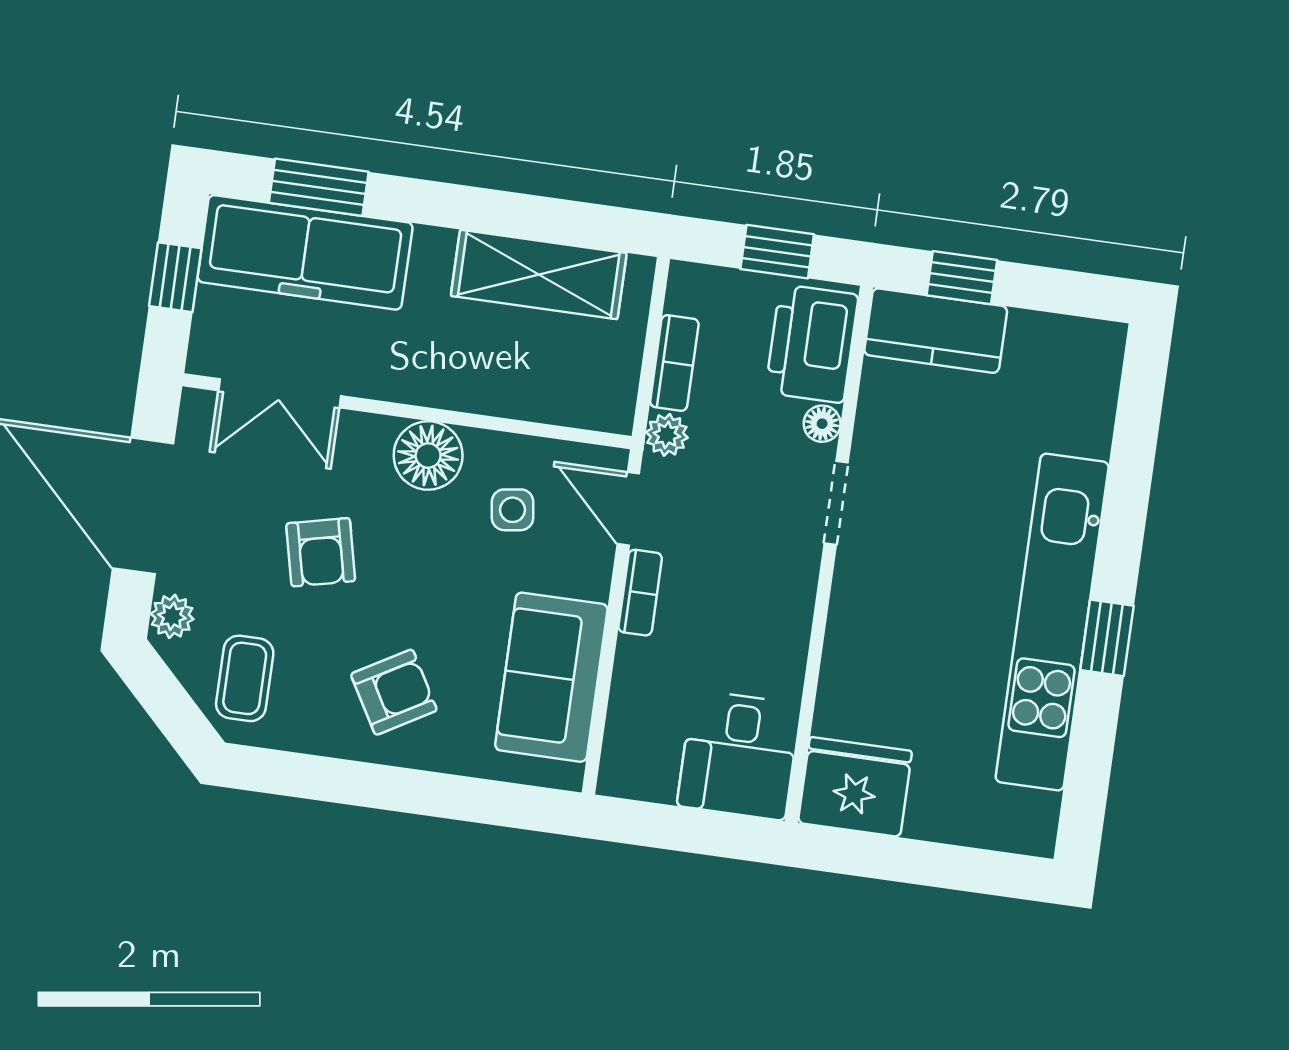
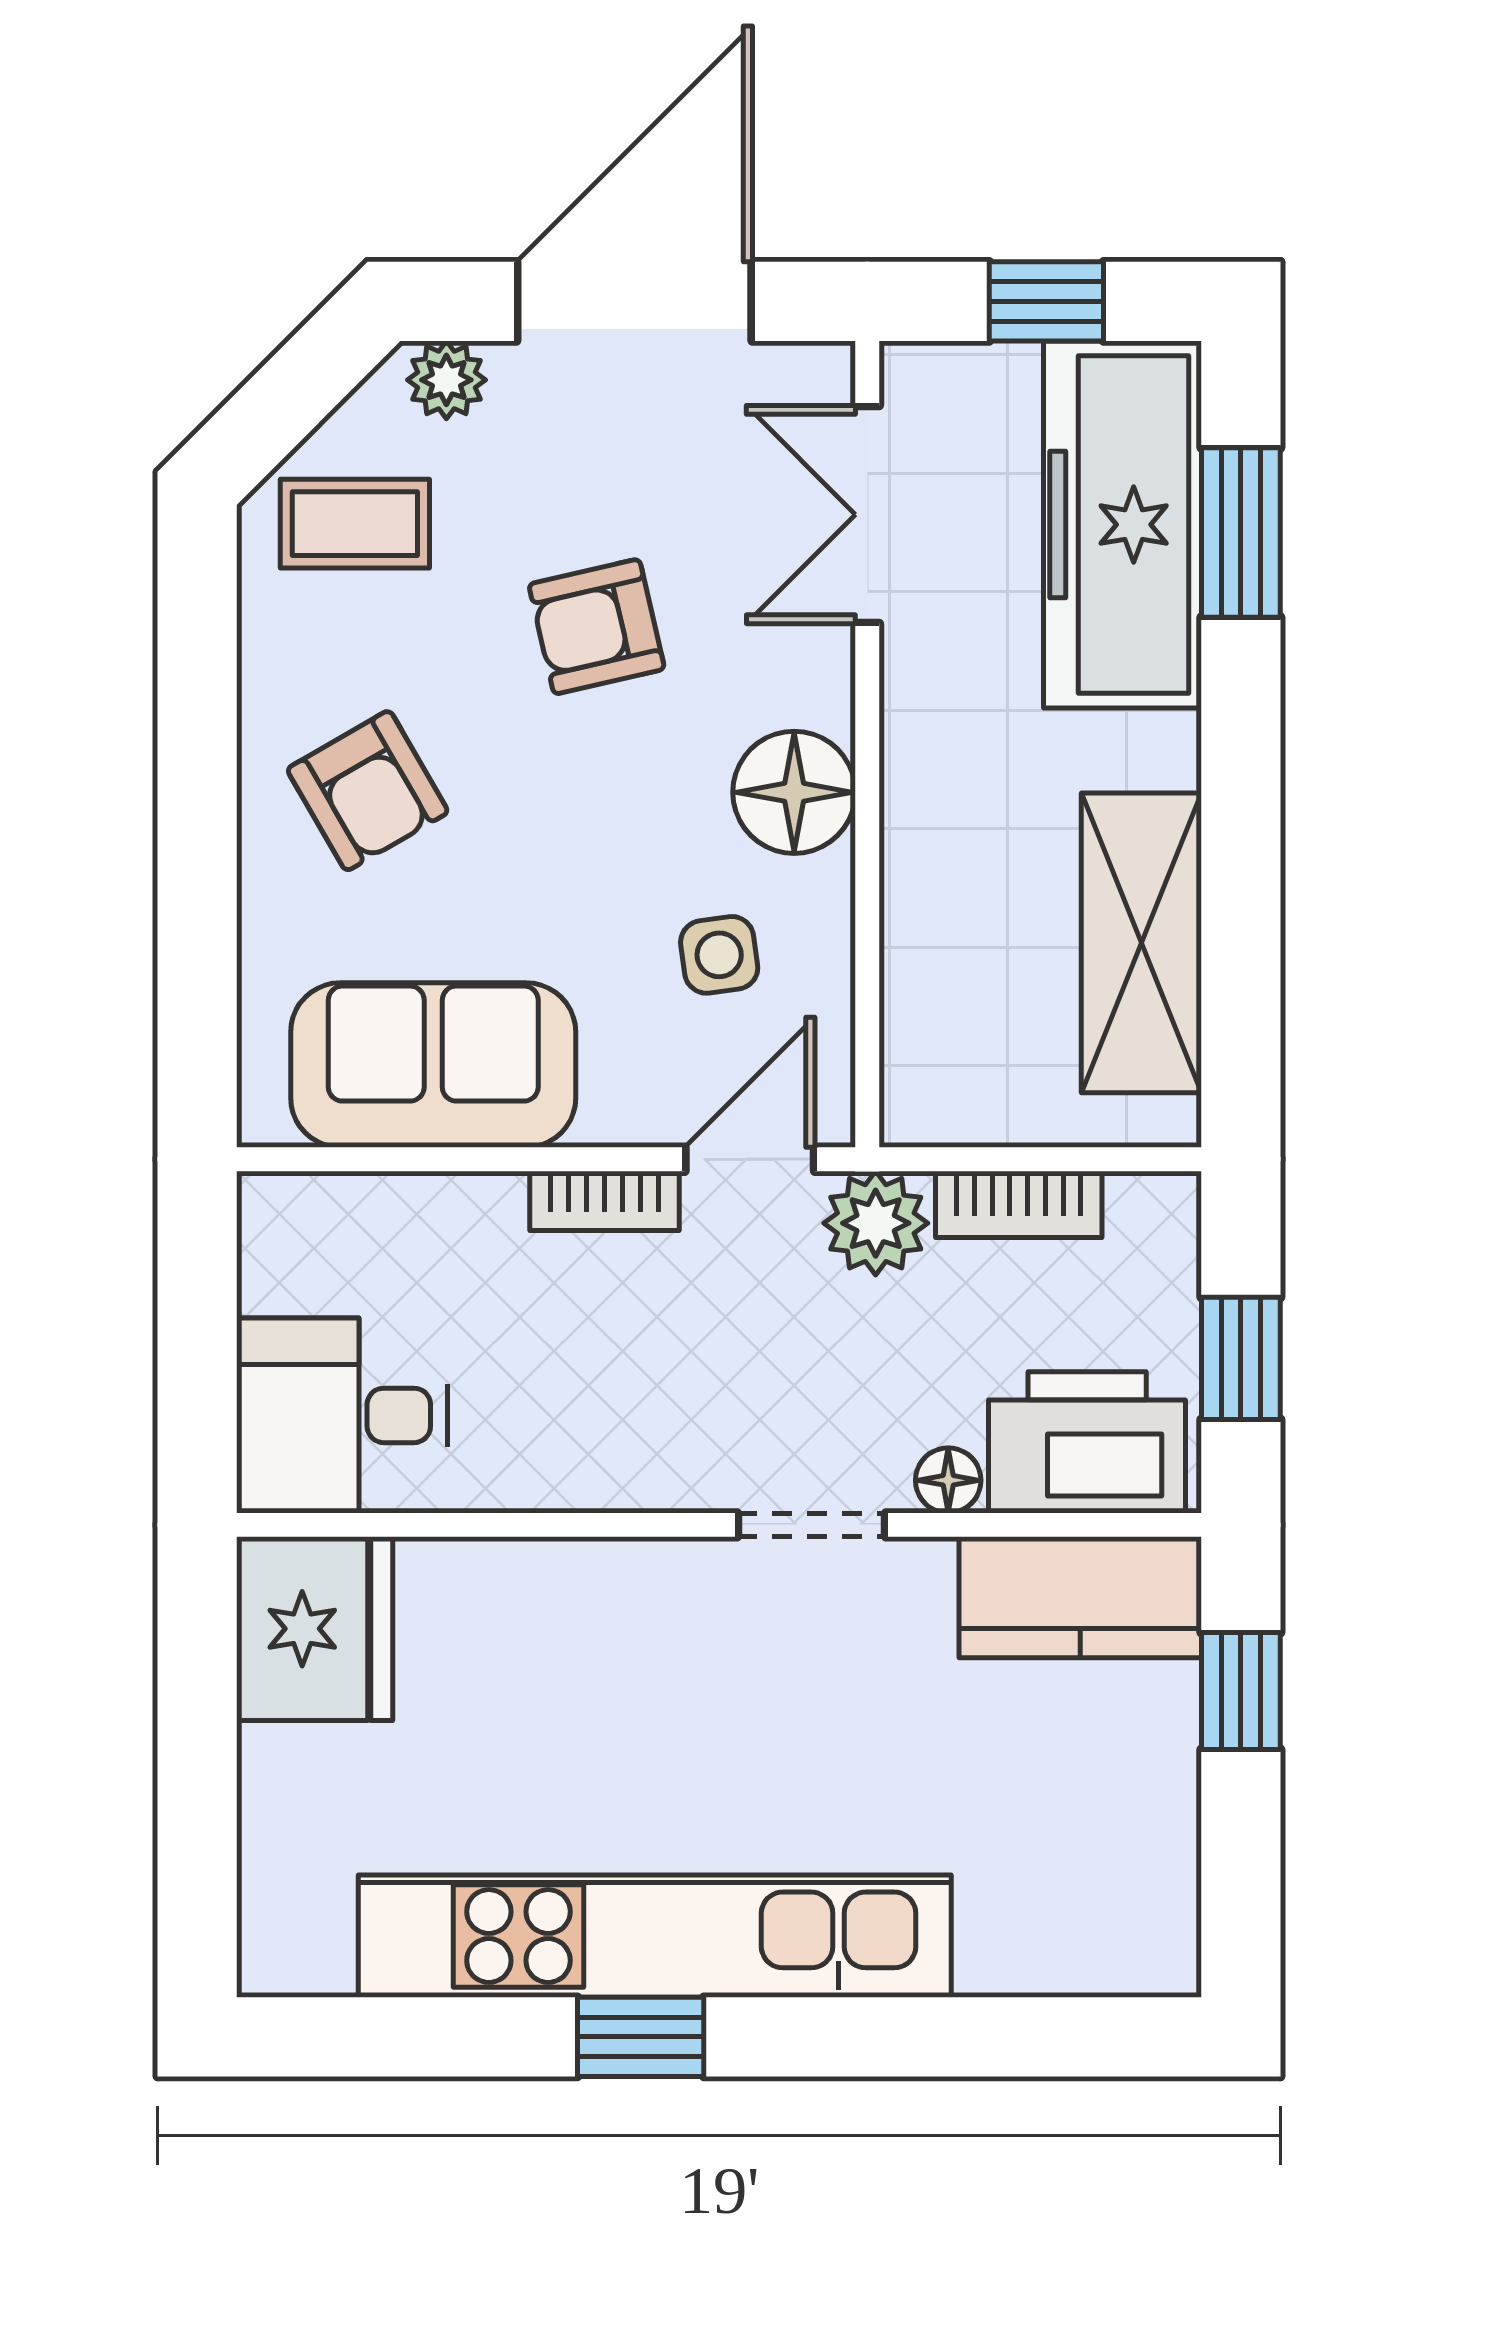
kitchen counter: (936, 331) -> (1080, 1597), moved, turned -90
plant: (667, 435) -> (876, 1223), width x1.38, depth x1.38

